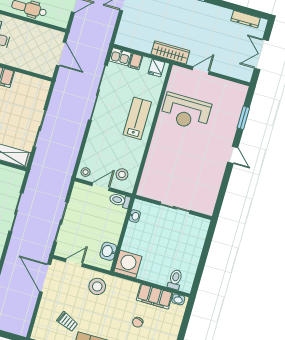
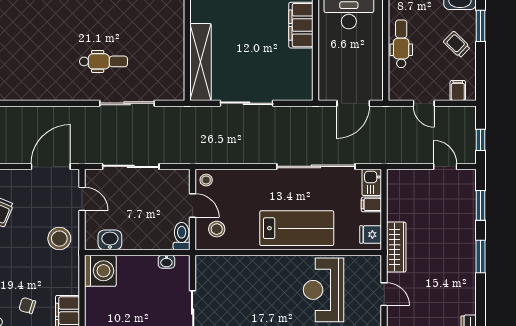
lab bench: (137, 118) -> (297, 228), width x1.36, depth x1.39

